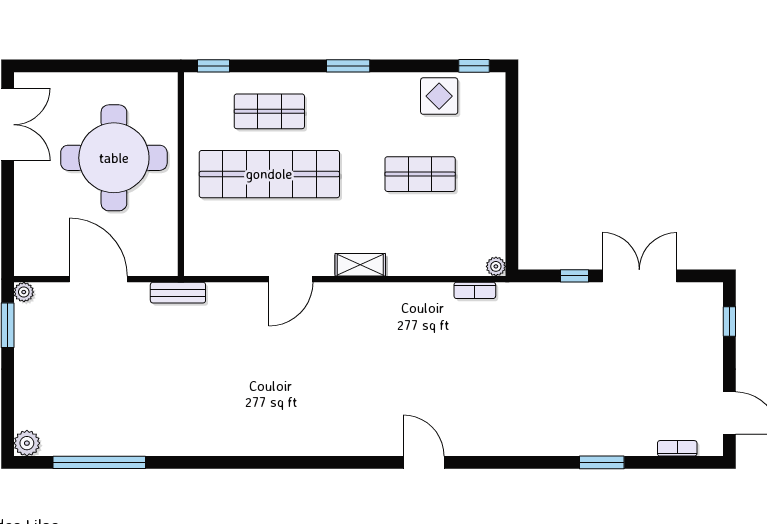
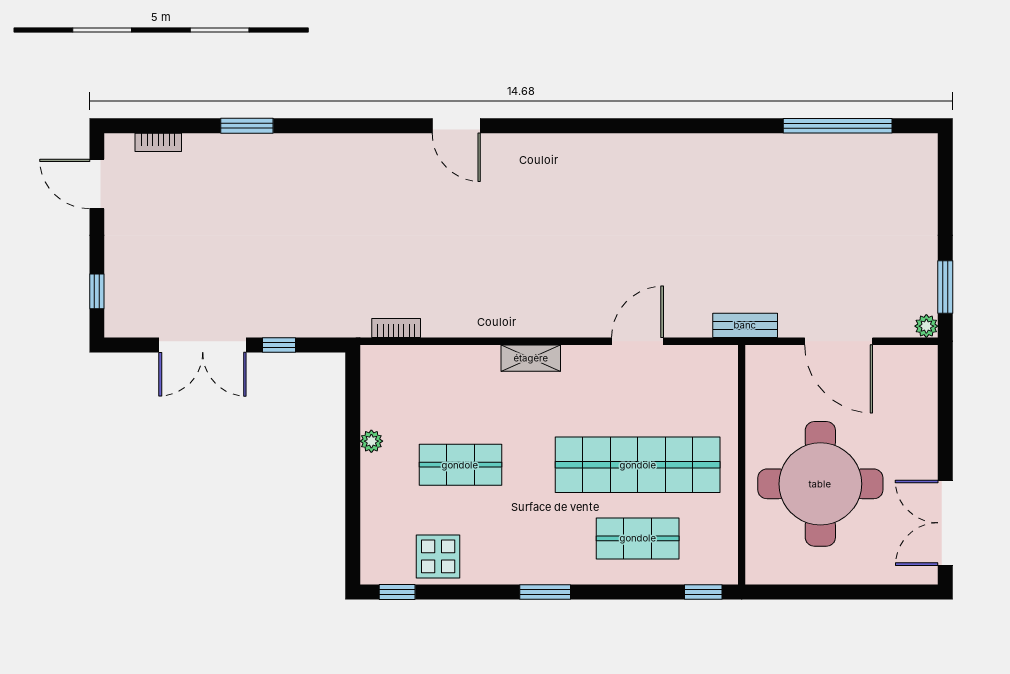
plant: (496, 266) -> (371, 441), moved
door: (291, 279) -> (638, 341), moved
plant: (27, 443) -> (923, 148), removed

